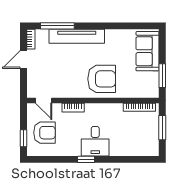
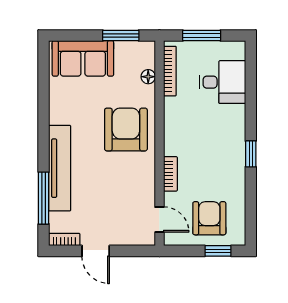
floor lamp: (136, 93) -> (148, 77), added
door: (44, 101) -> (159, 220), hinge flipped
desk: (95, 141) -> (223, 82), moved

